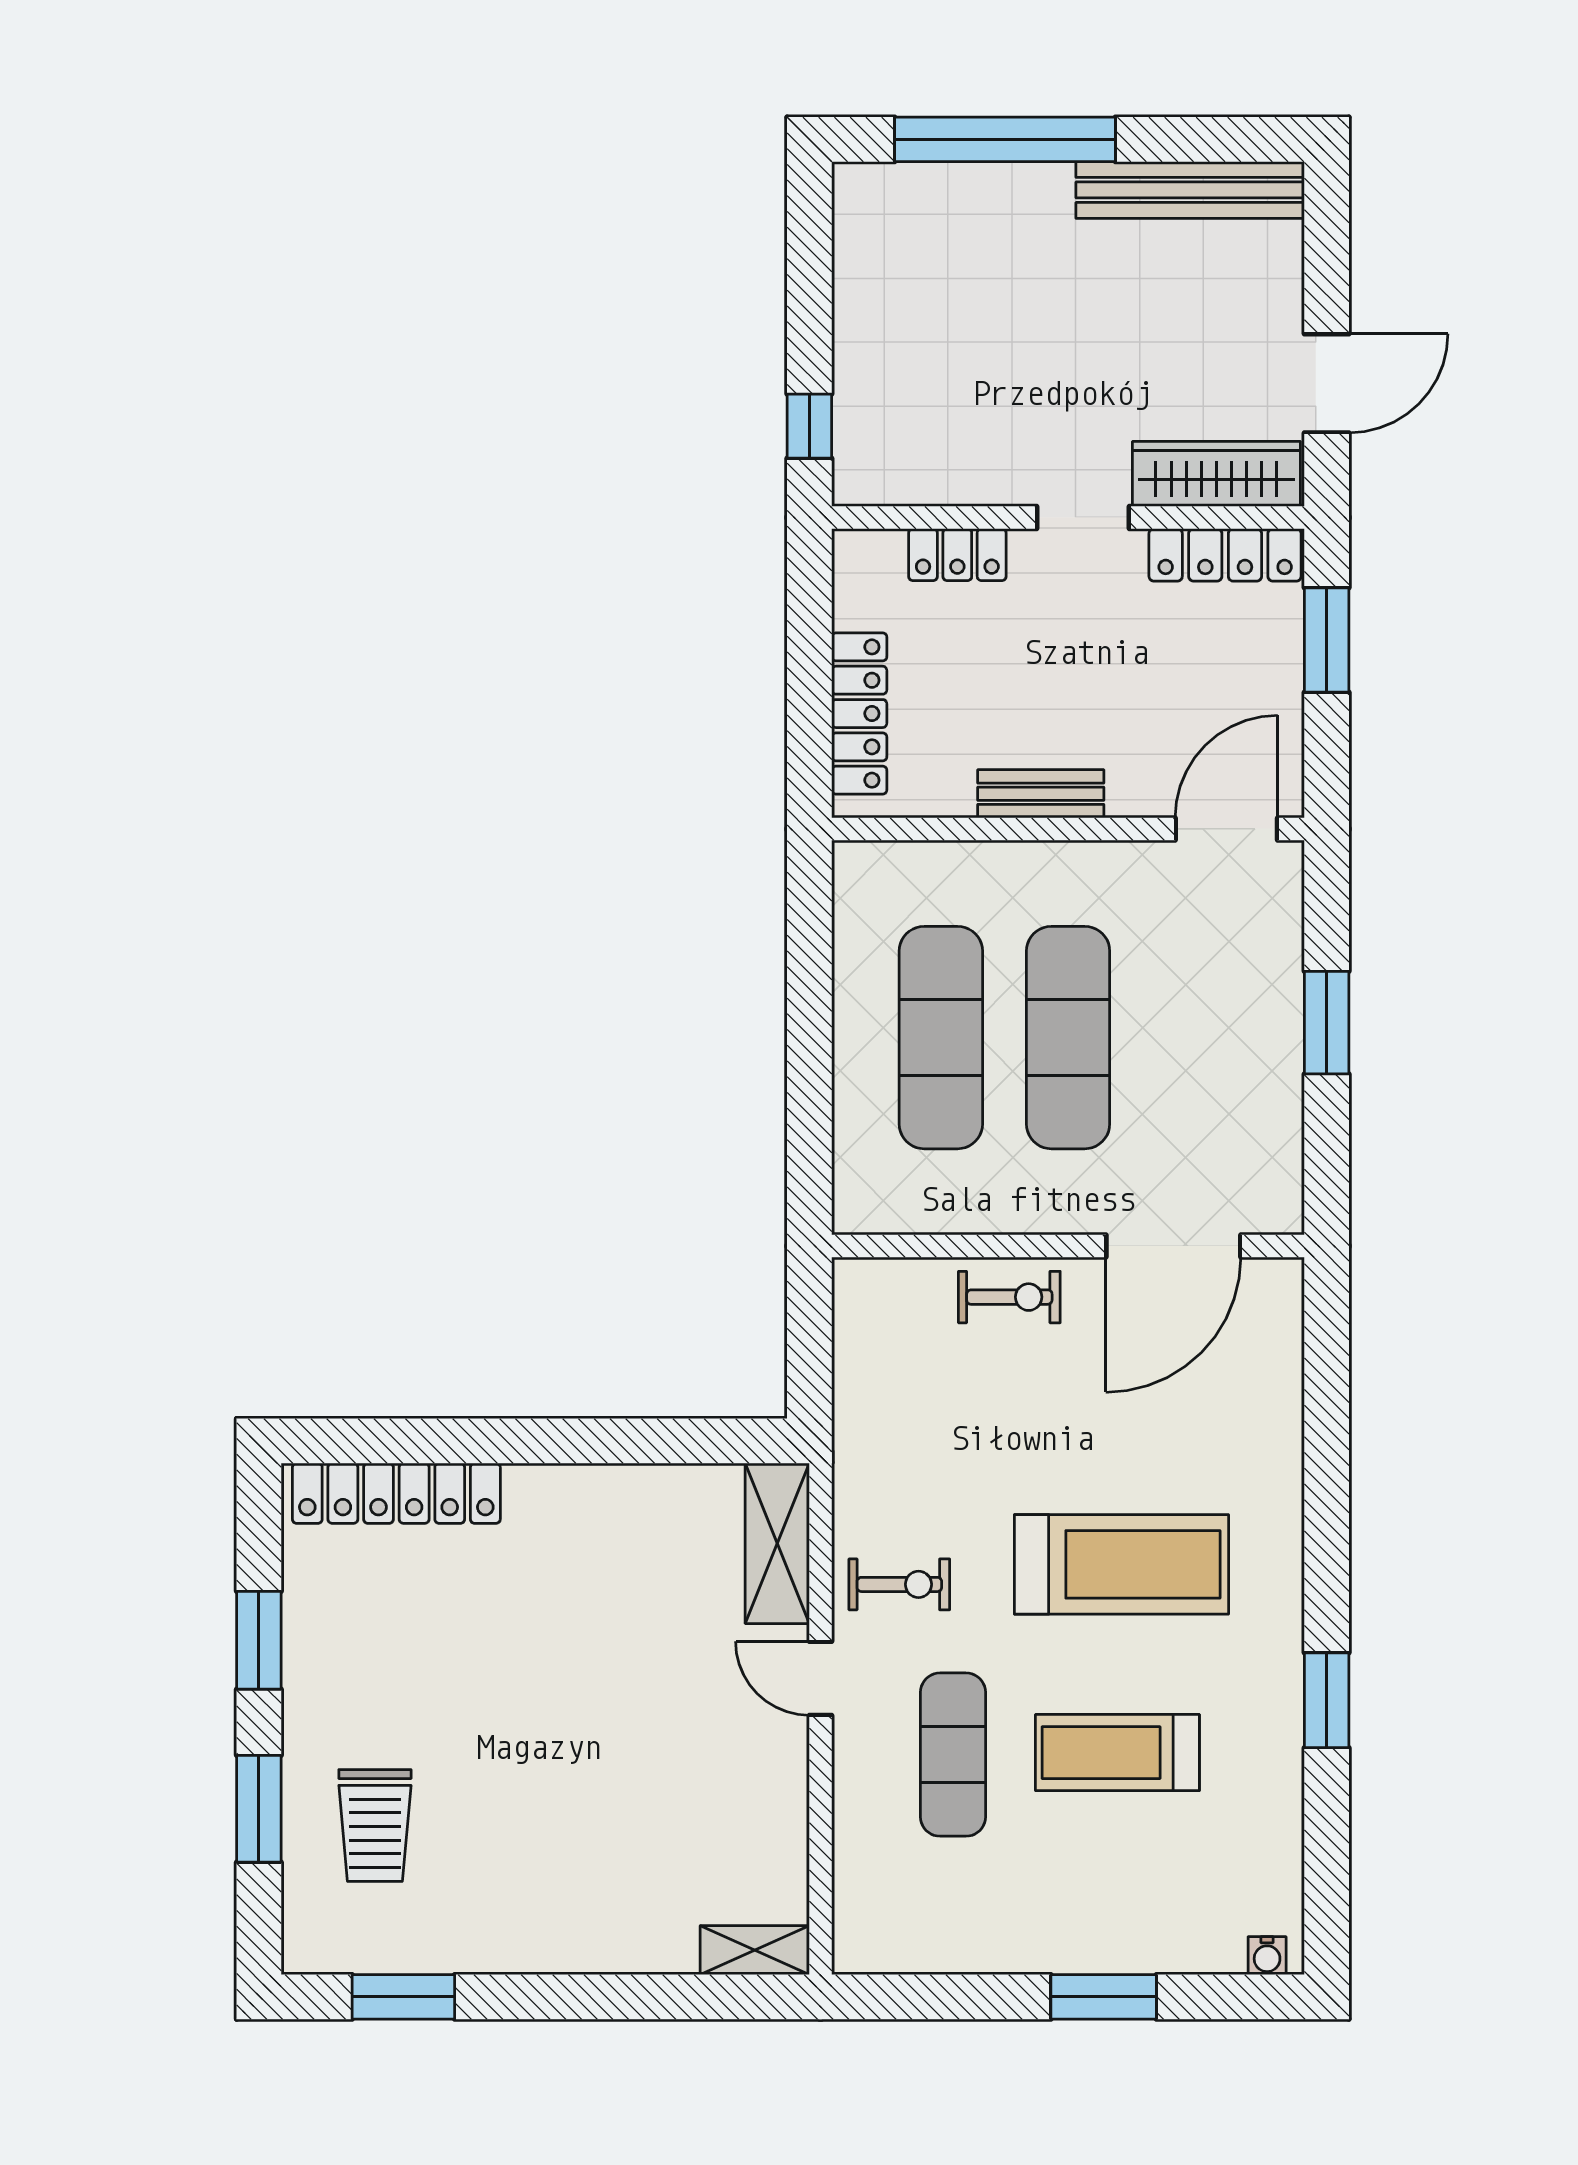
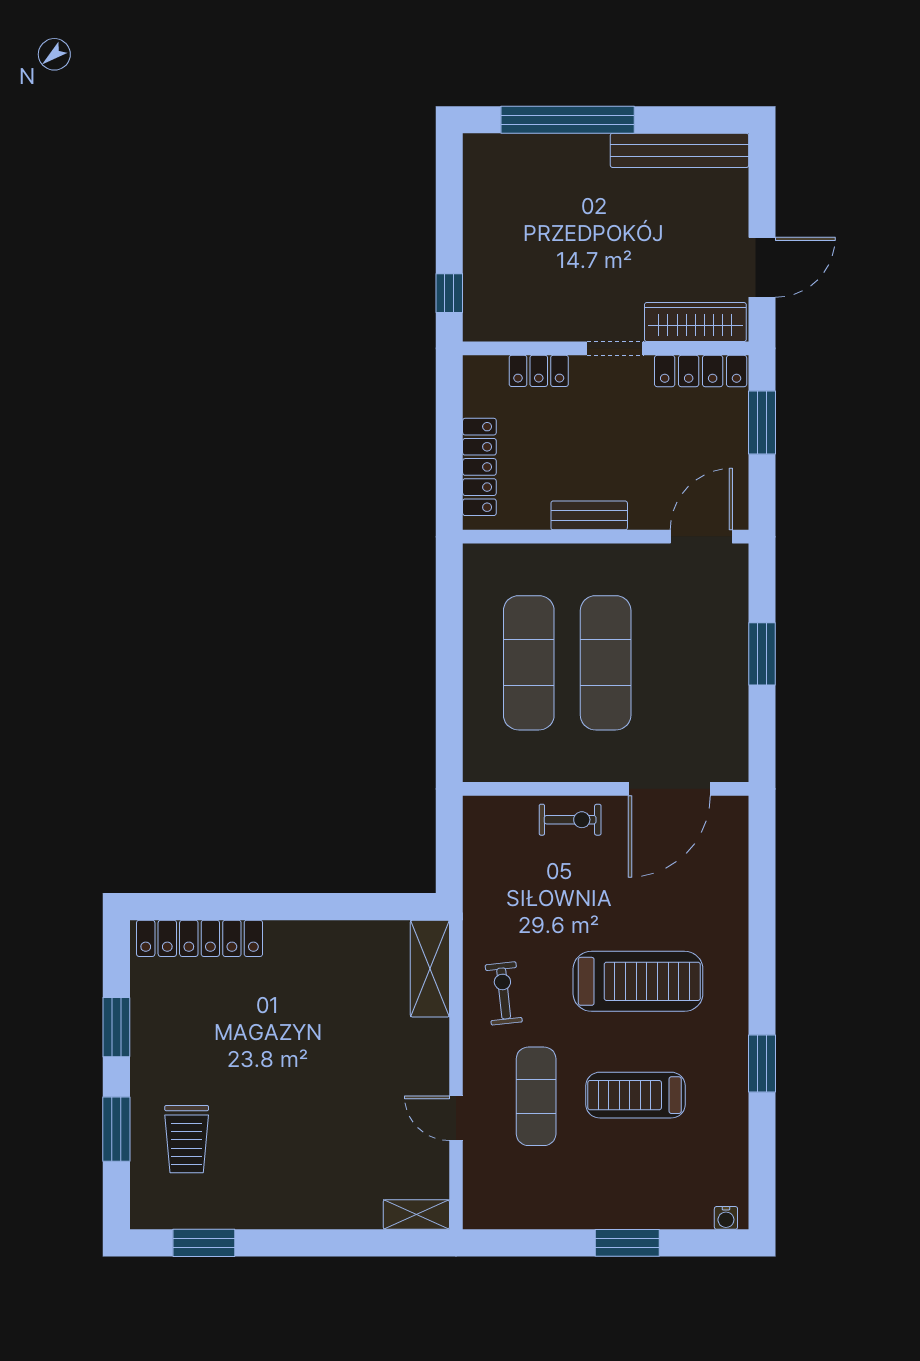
exercise bike: (899, 1584) -> (504, 993), turned -96
door: (821, 1678) -> (456, 1118), moved

